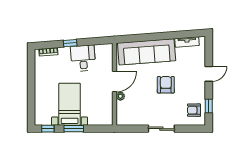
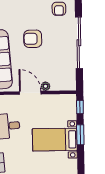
window: (48, 129) -> (80, 107), moved
sliding door: (161, 129) -> (79, 43), width x1.86

